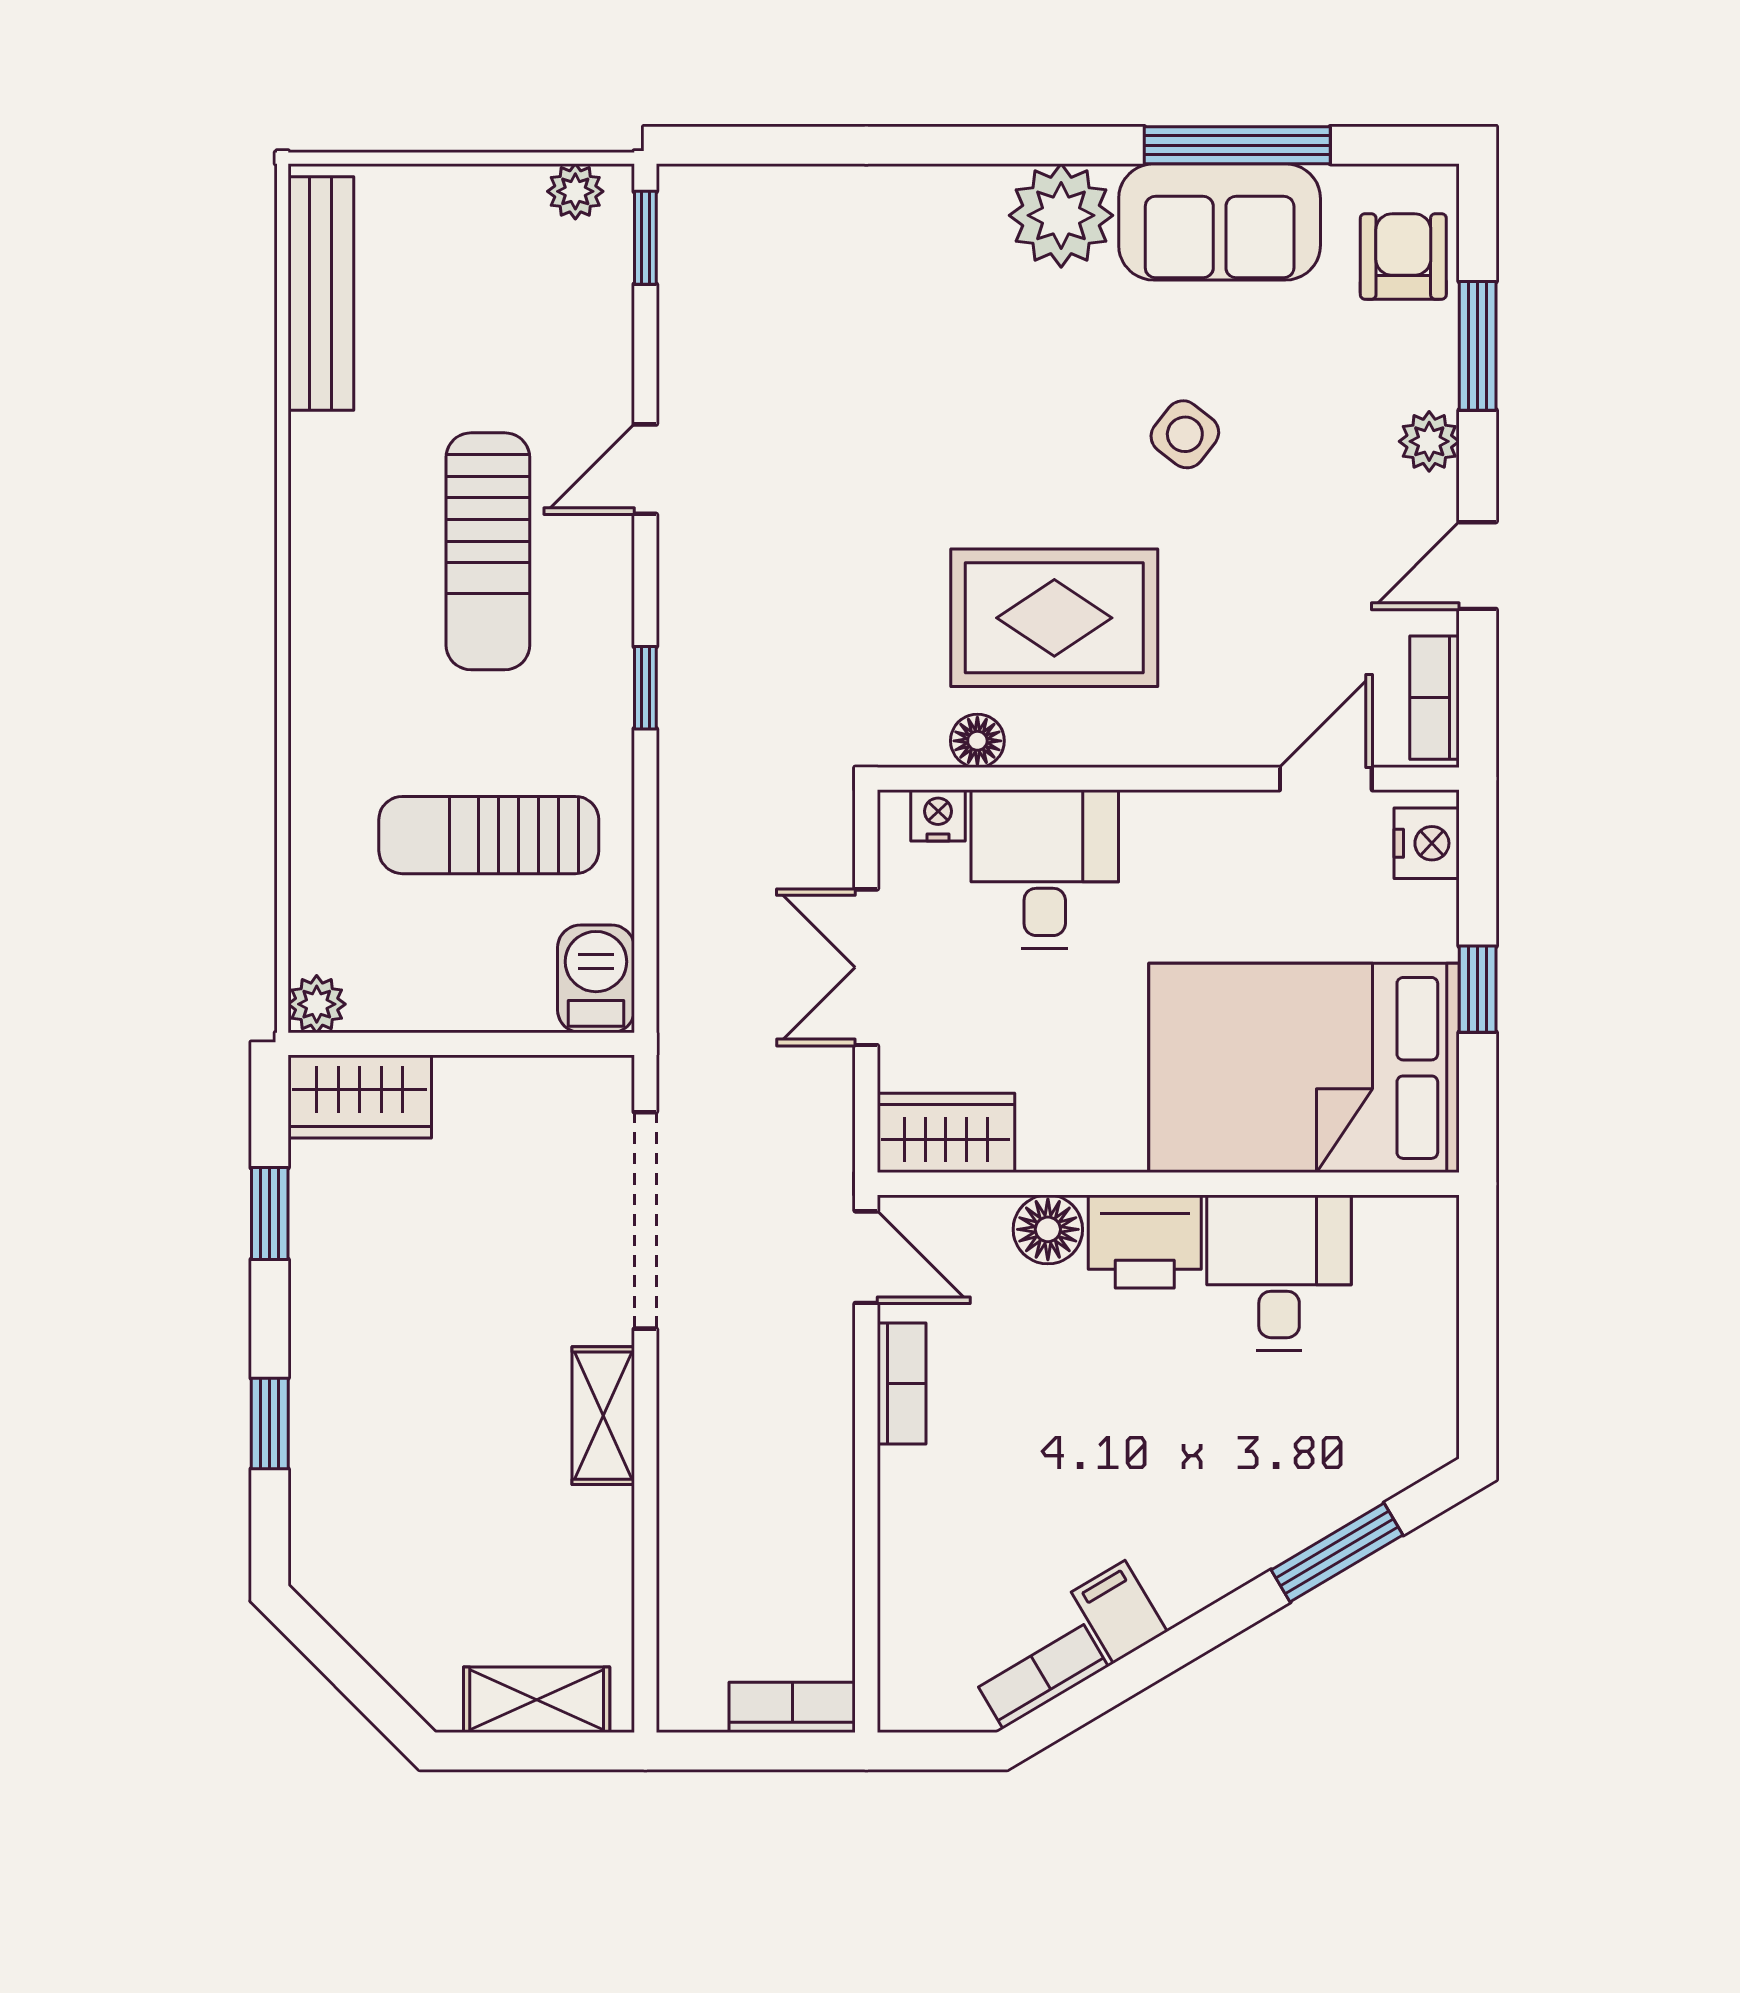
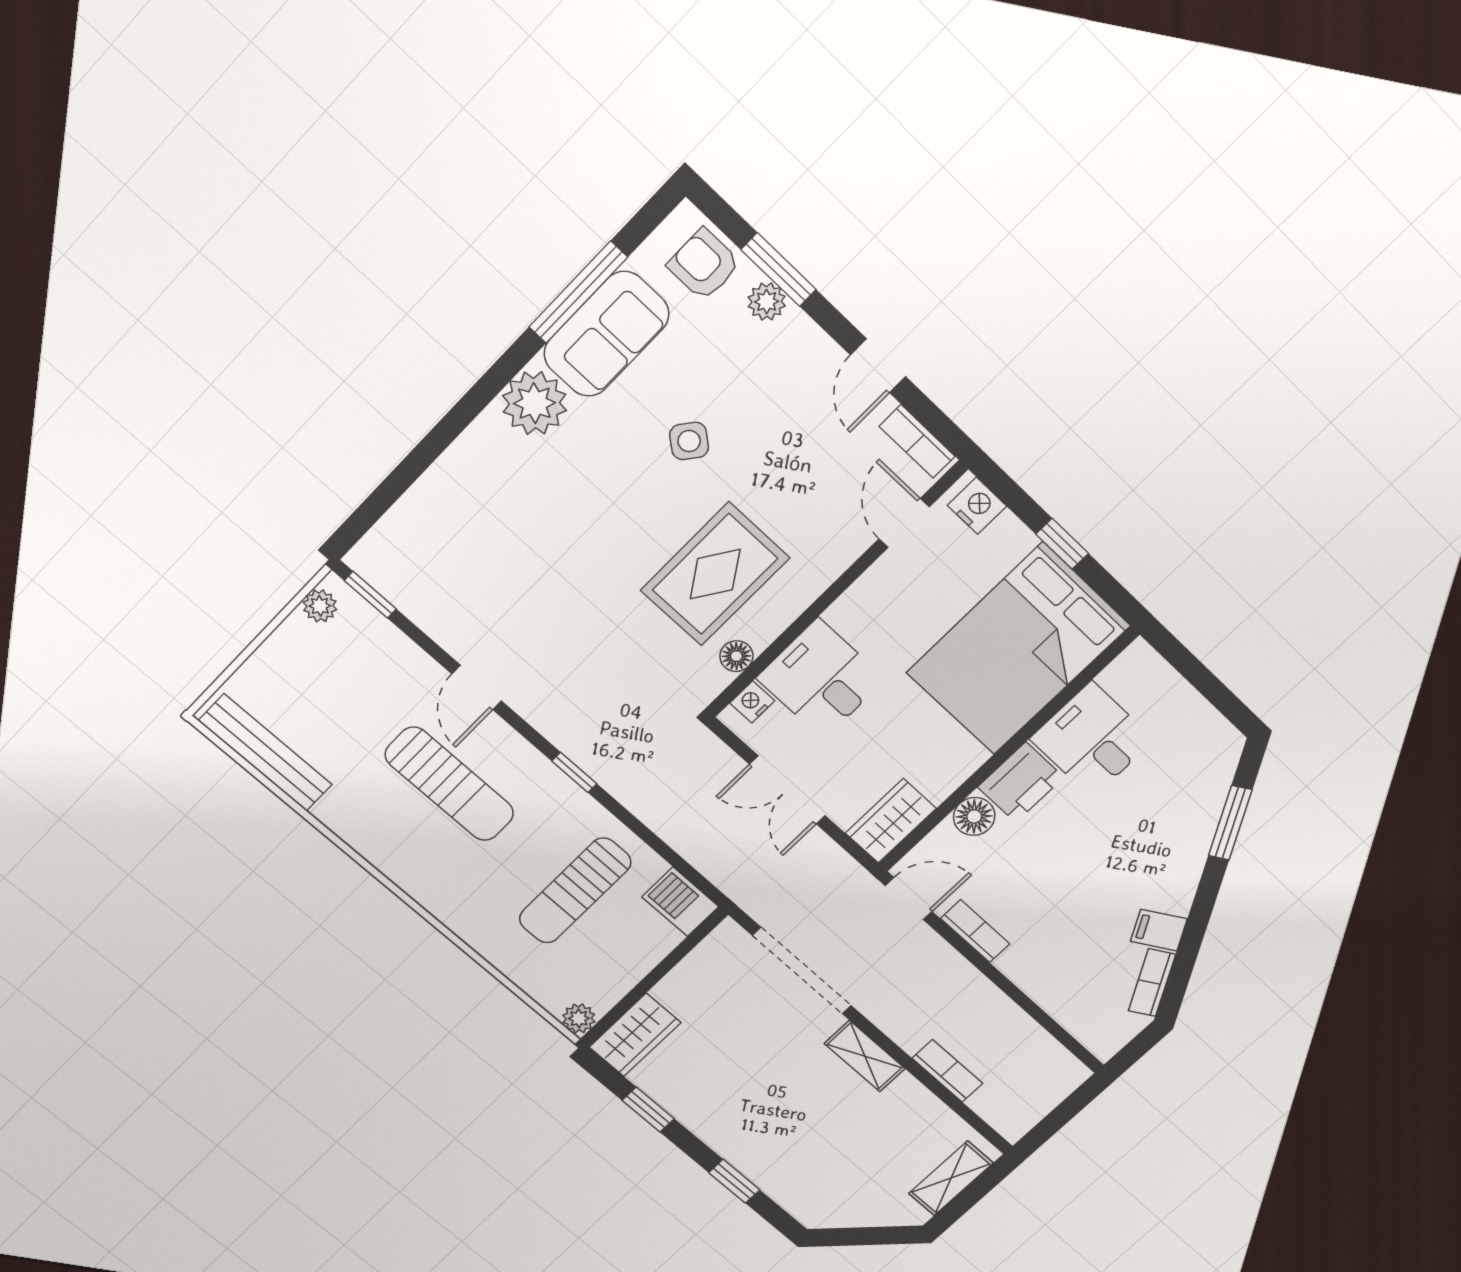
plant: (1429, 441) -> (767, 302), moved
bookcase: (792, 1707) -> (947, 1071), moved, turned 90

